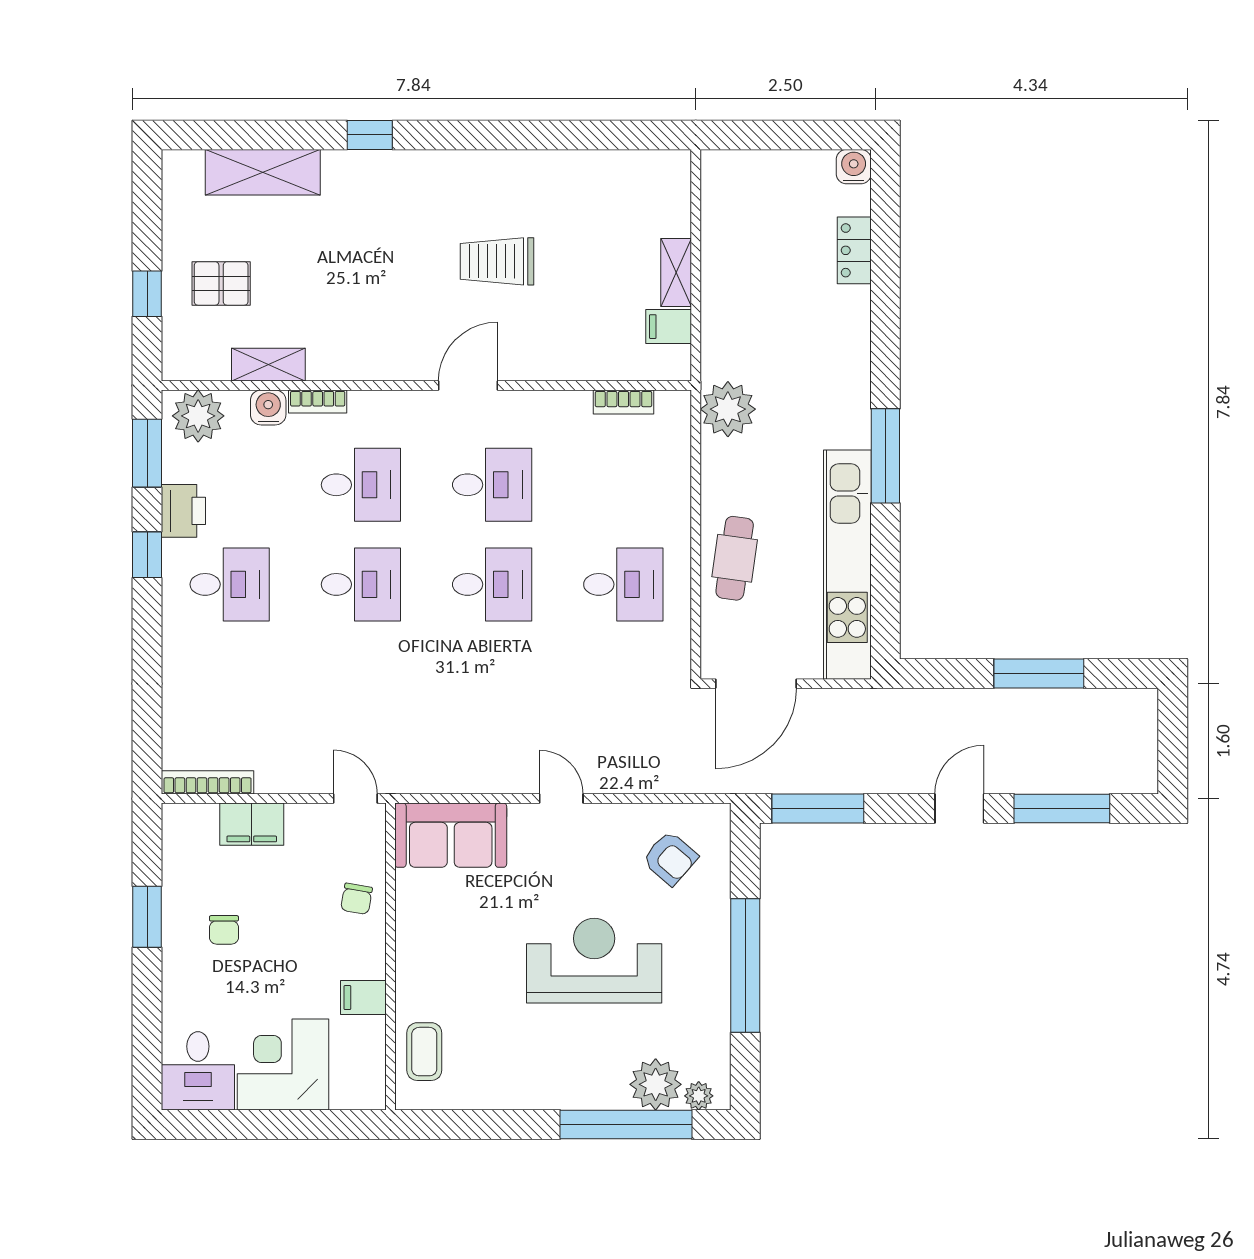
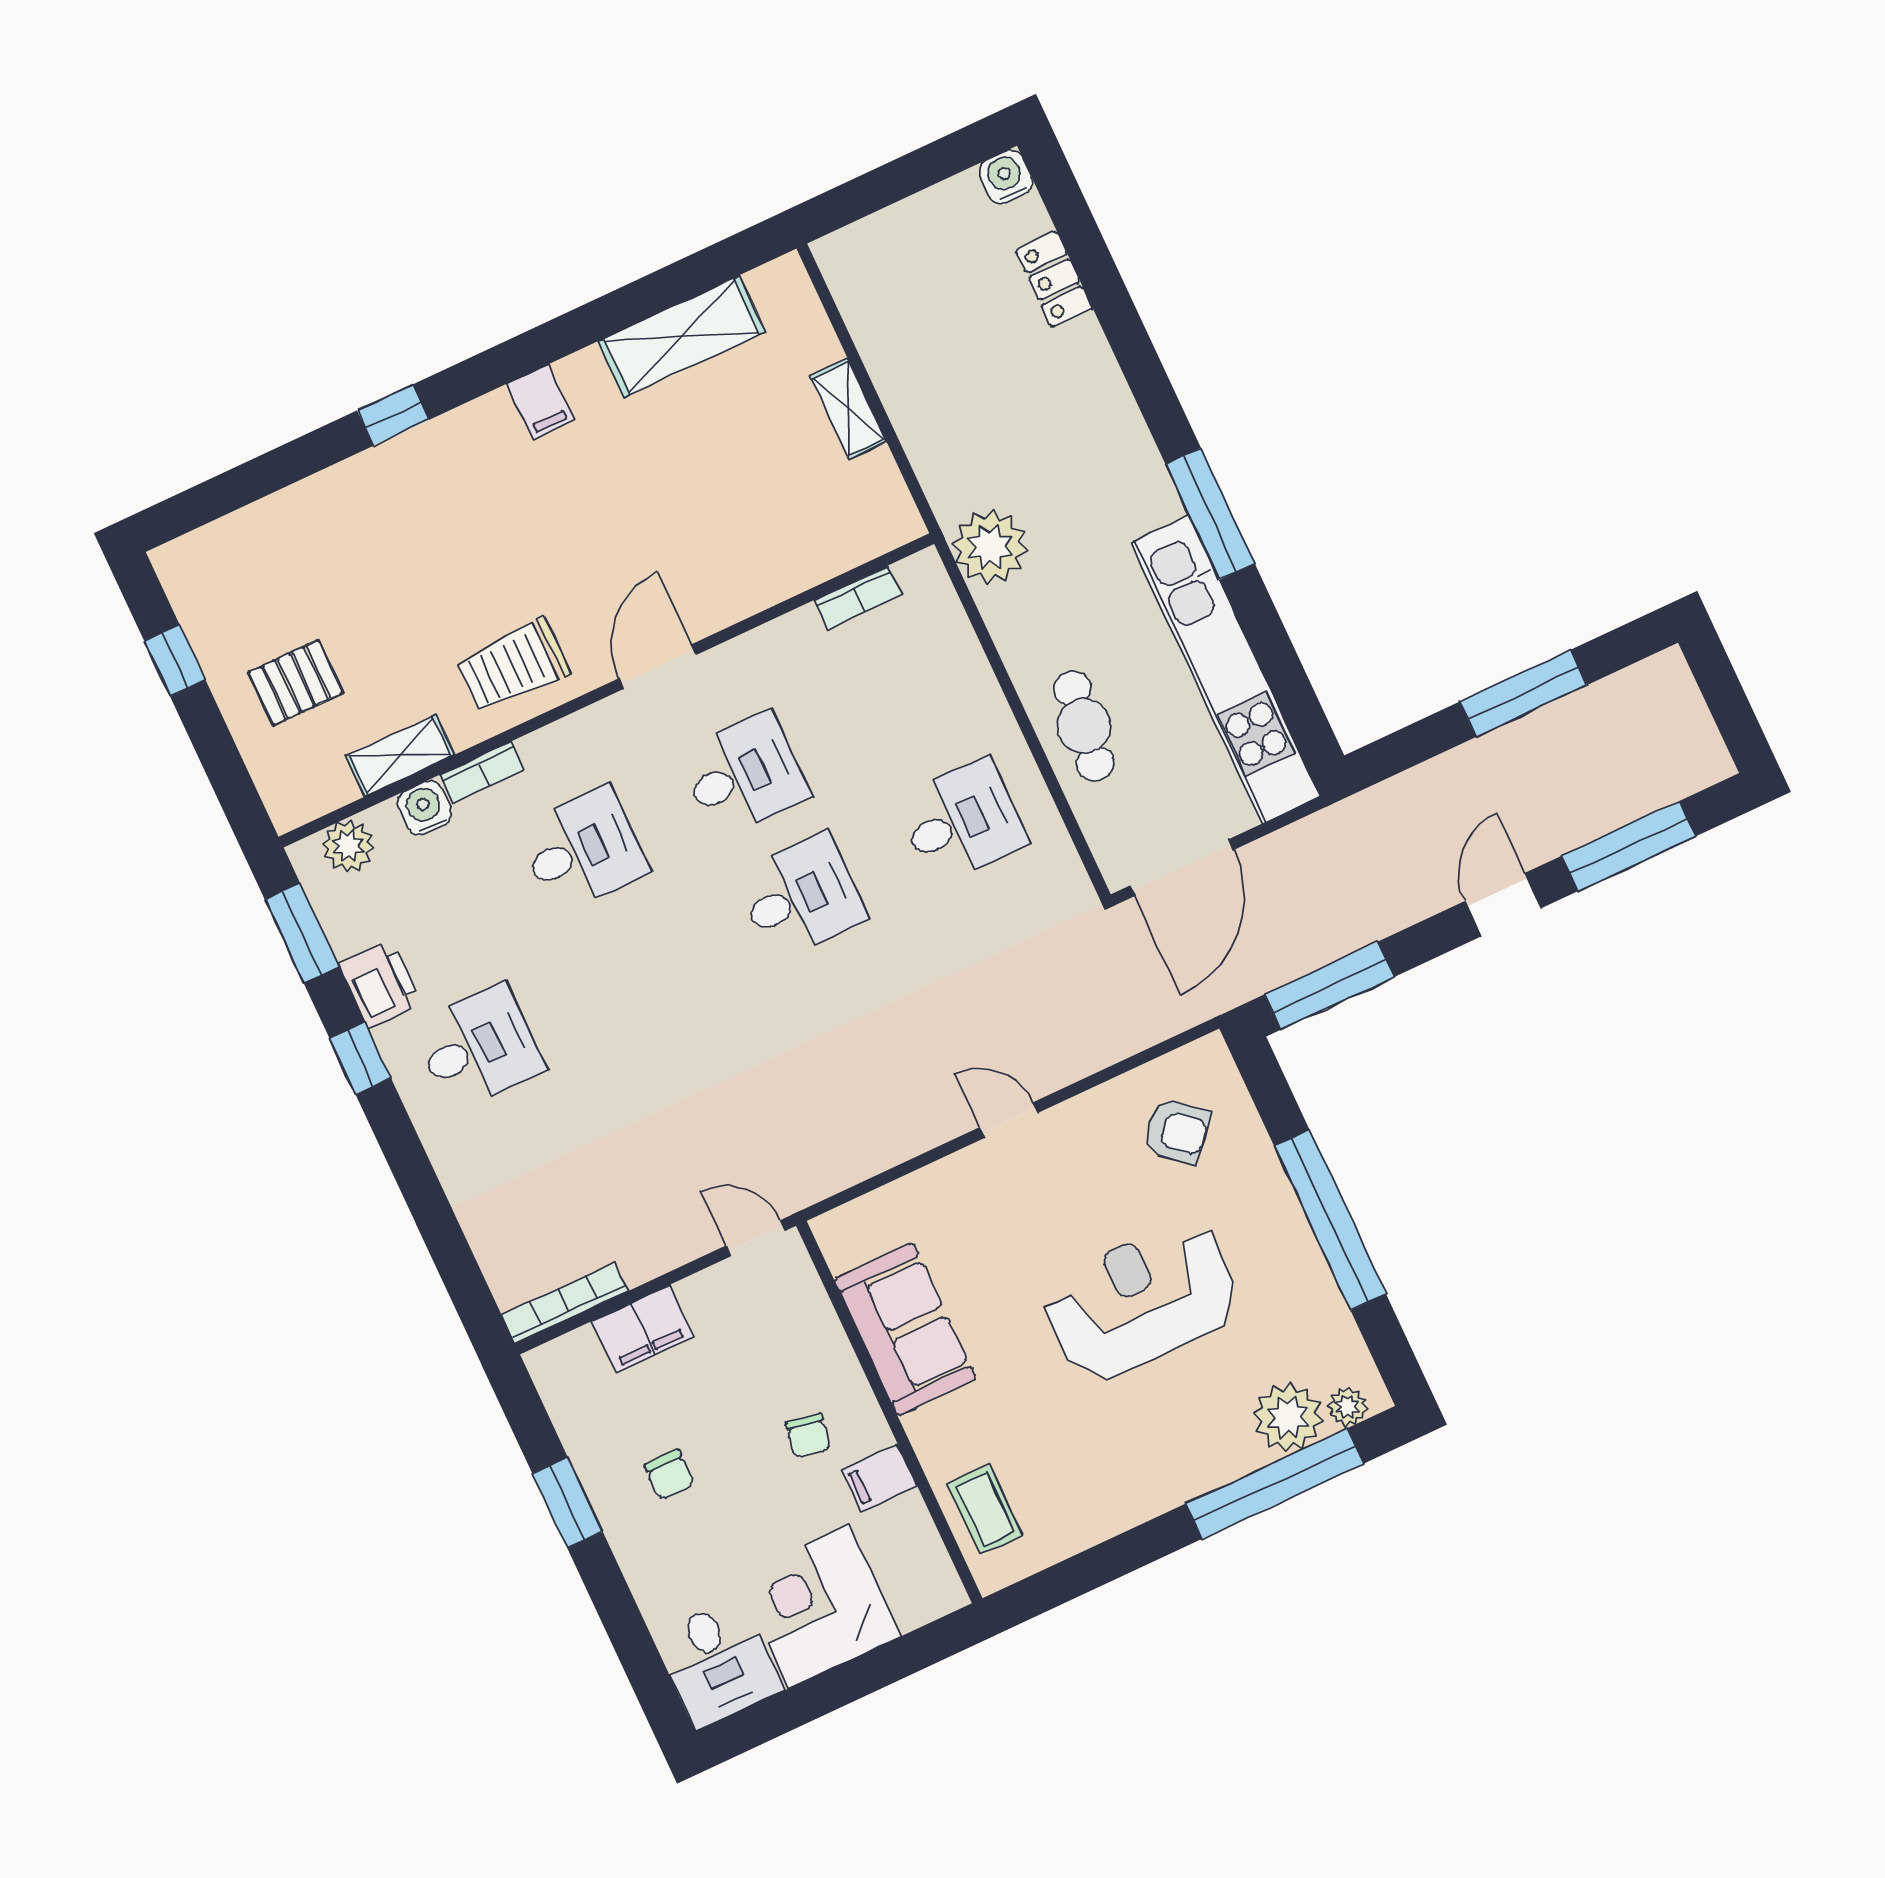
shelving: (263, 172) -> (682, 336), moved
trolley: (497, 261) -> (513, 666), moved
window: (147, 294) -> (175, 660), moved
filing cabinet: (669, 327) -> (541, 402), moved, turned -90
plant: (198, 416) -> (348, 846), width x0.73, depth x0.73
desk: (361, 584) -> (640, 972), removed
sofa: (451, 835) -> (905, 1329), moved, turned -90
chair: (357, 899) -> (808, 1436), moved

